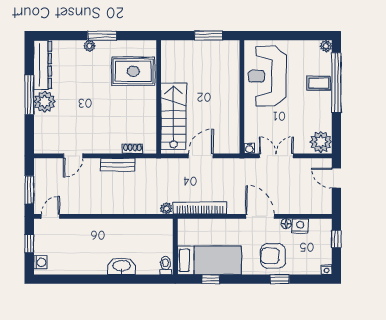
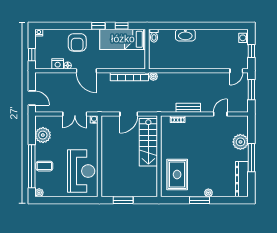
rug: (133, 71) -> (177, 174), turned 90
plant: (45, 102) -> (240, 142), moved
plant: (321, 142) -> (43, 135), moved
armchair: (273, 256) -> (77, 42), turned 90
window: (280, 279) -> (98, 26), moved

